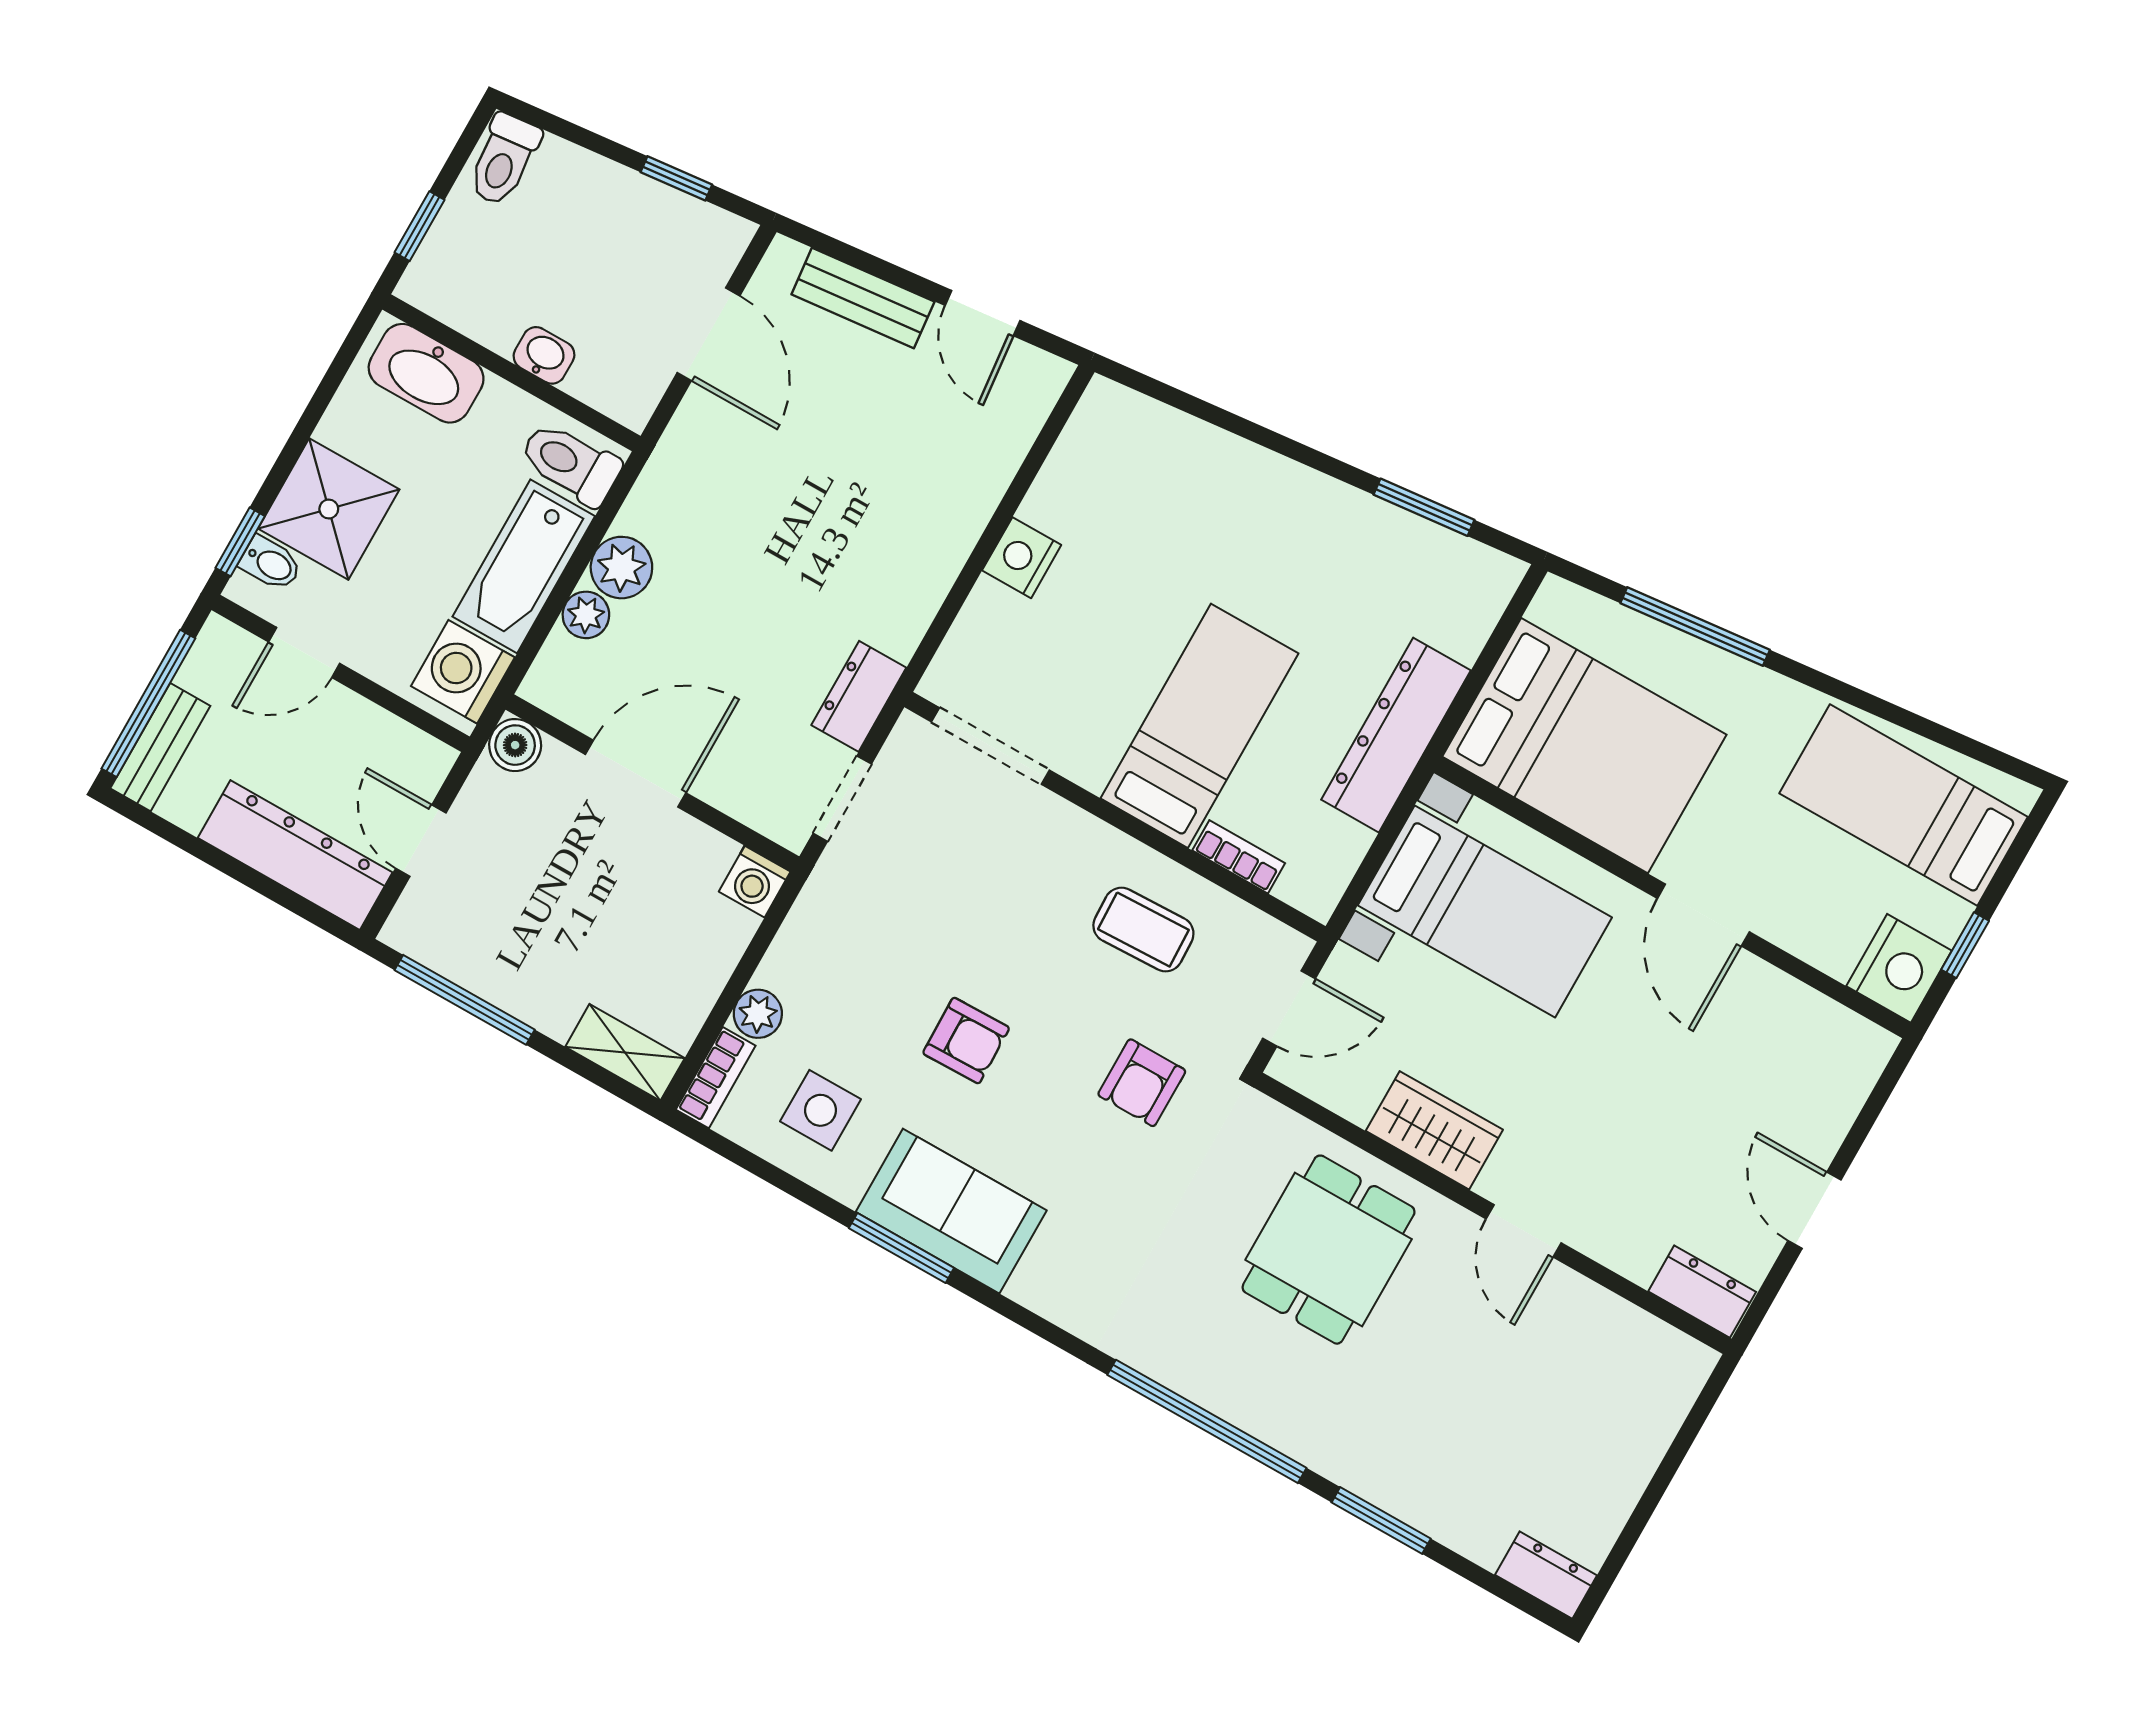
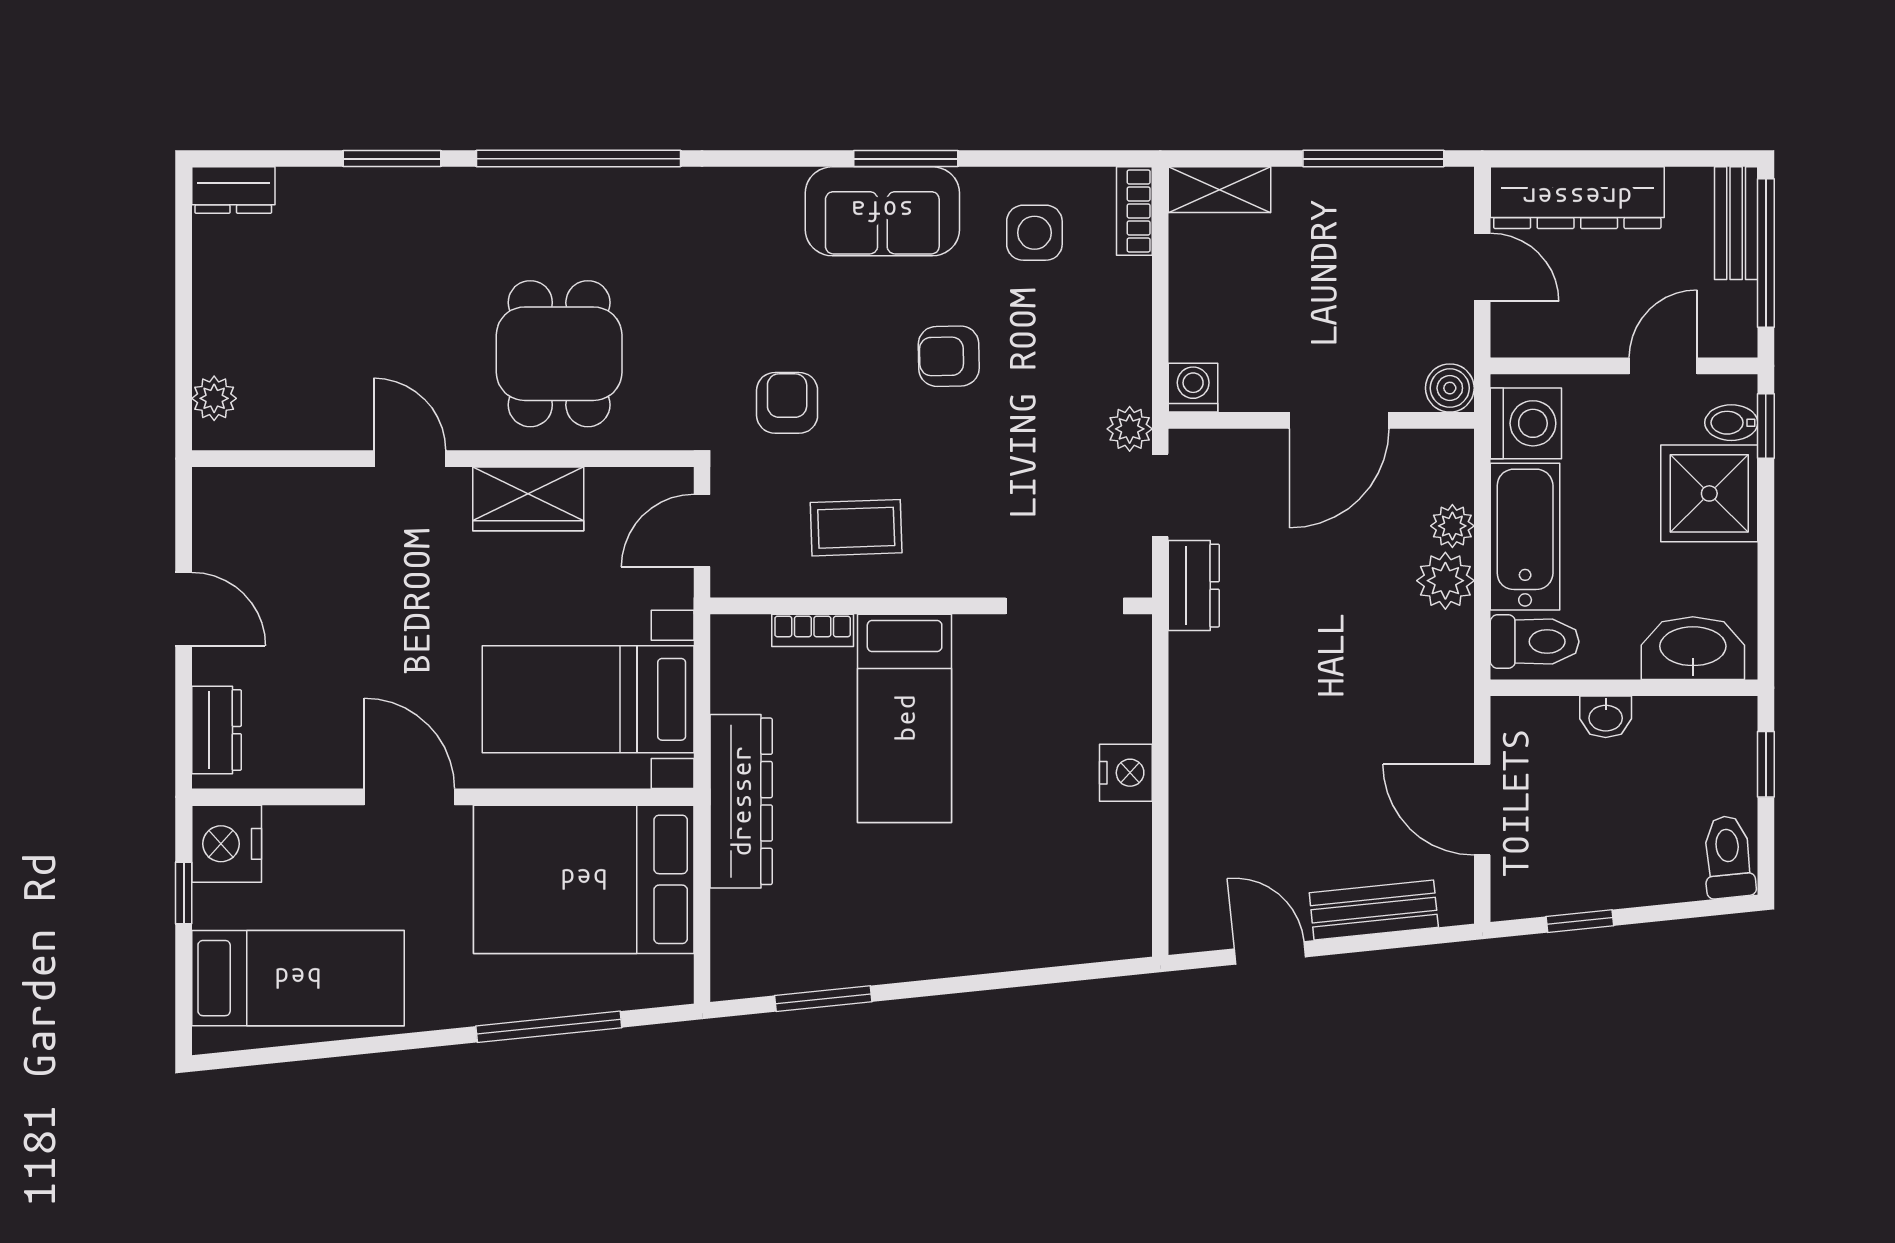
plant: (758, 1014) -> (1130, 429), moved
dresser: (1702, 1292) -> (216, 730), moved, turned -90
plant: (1674, 1391) -> (214, 398), added

